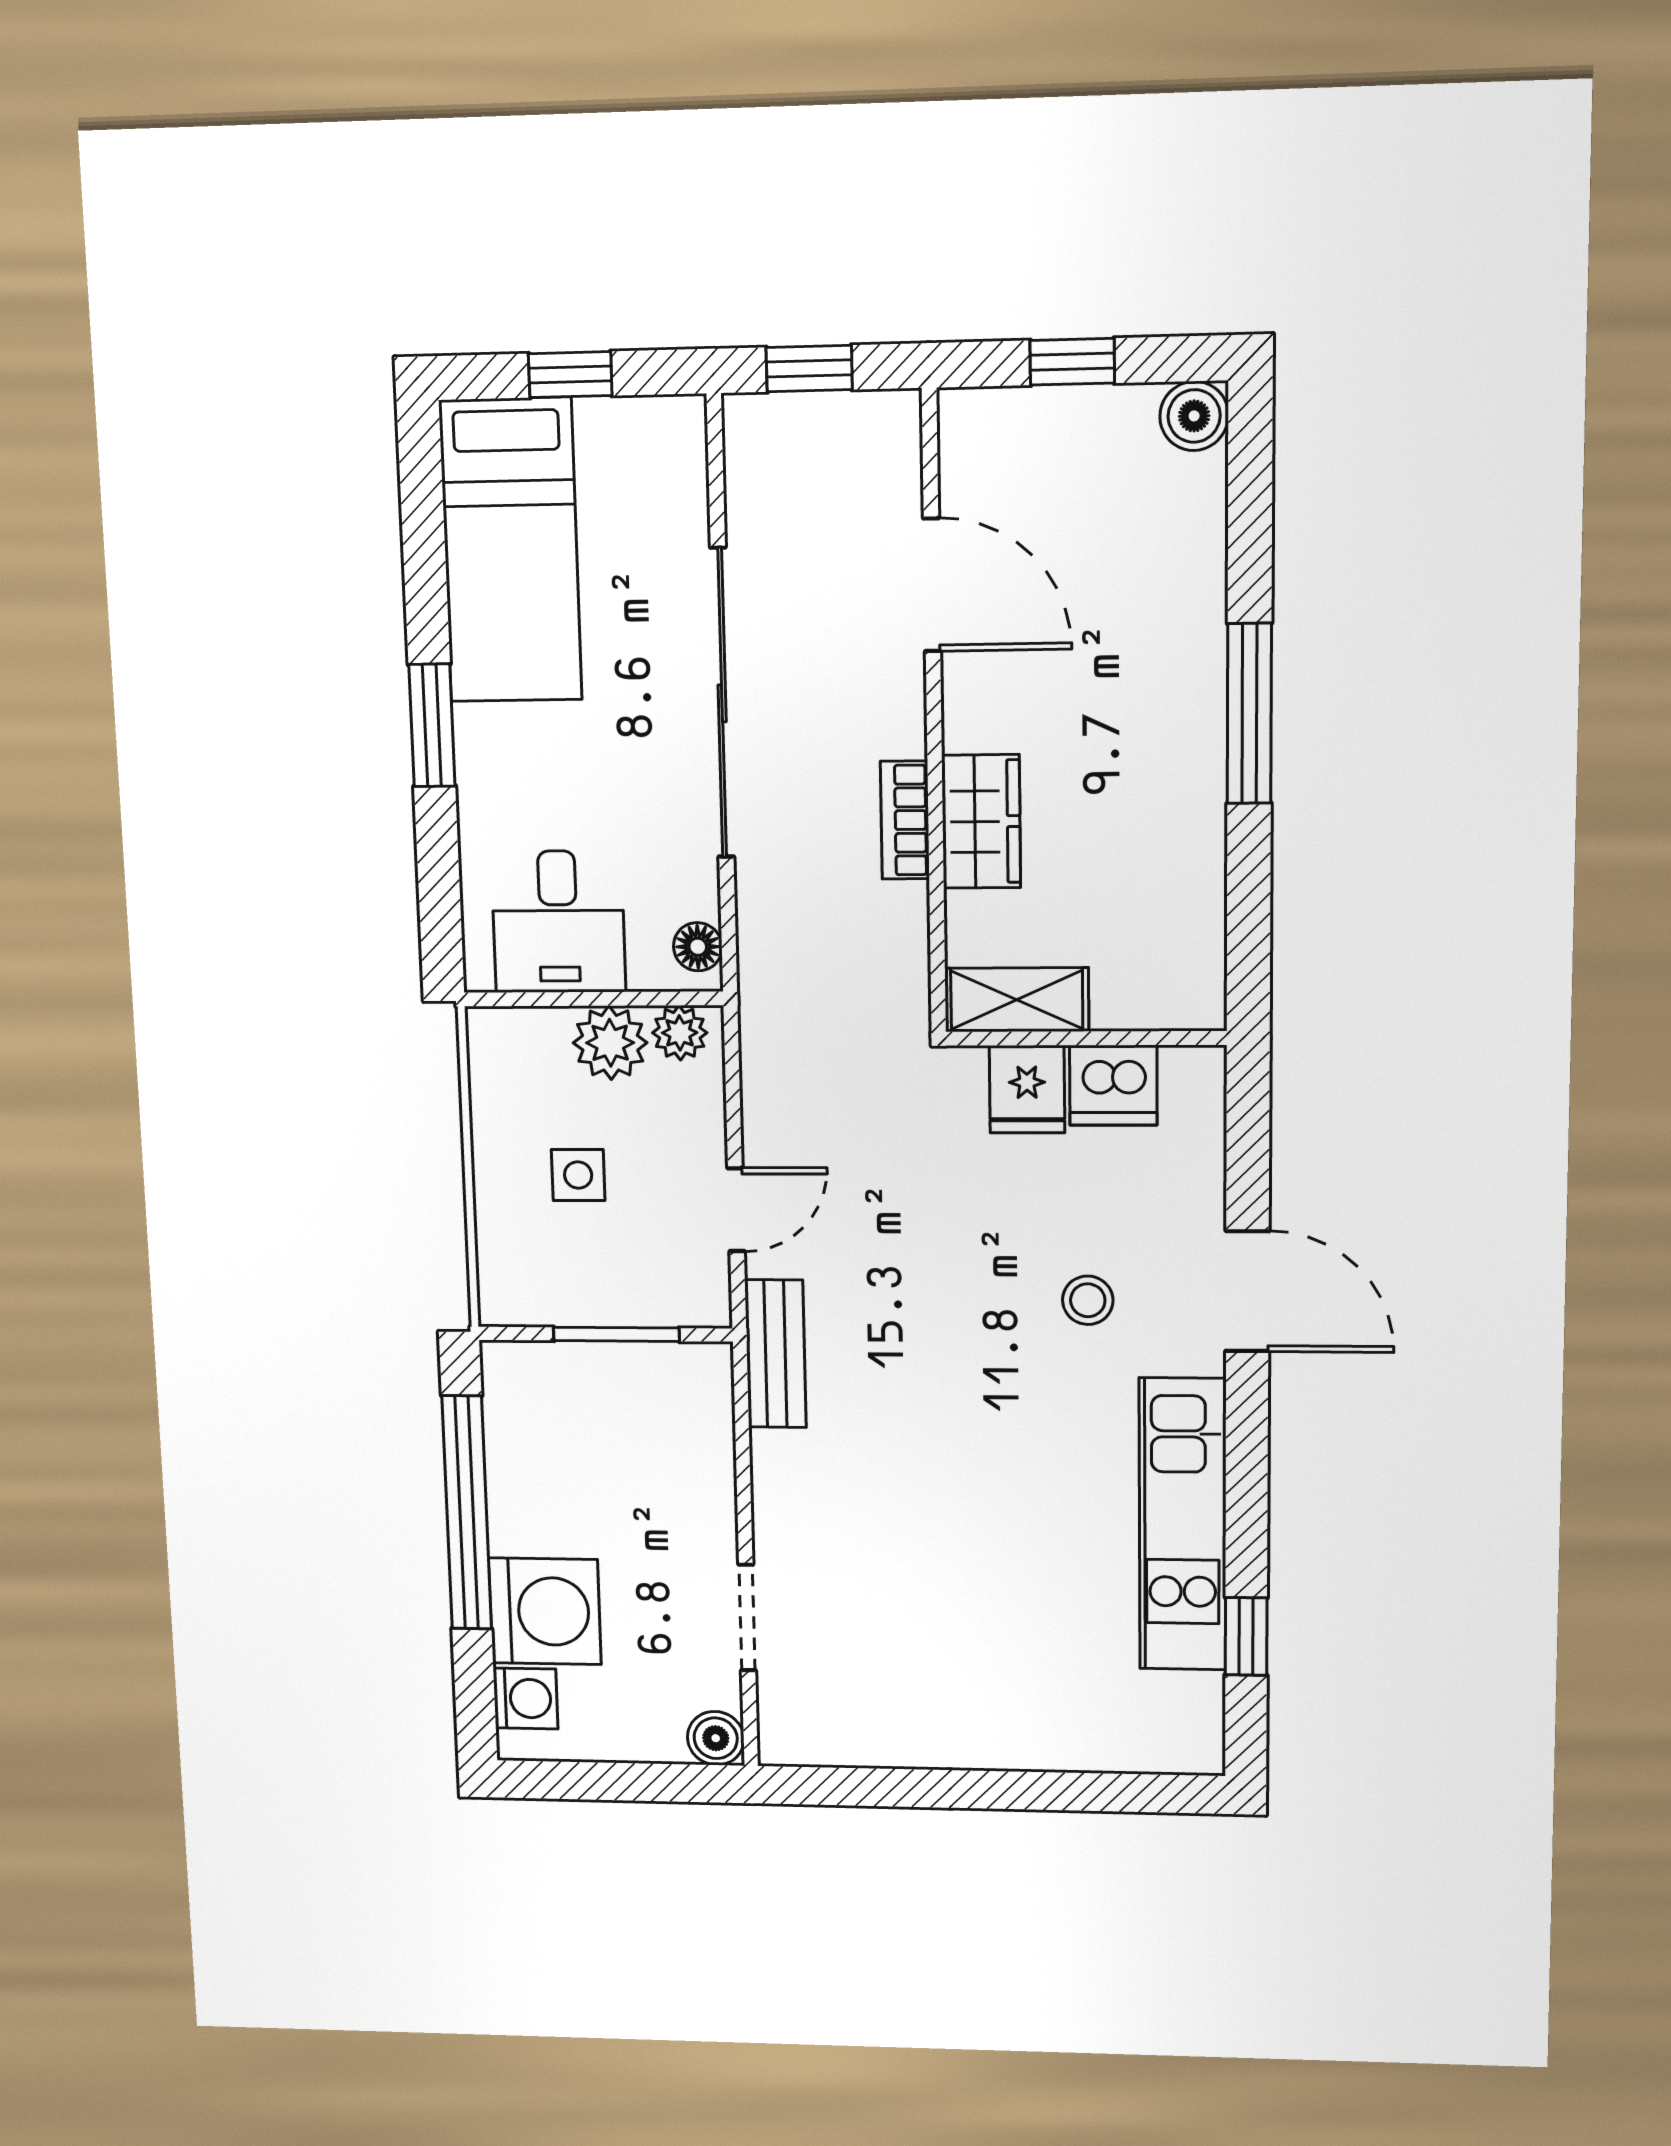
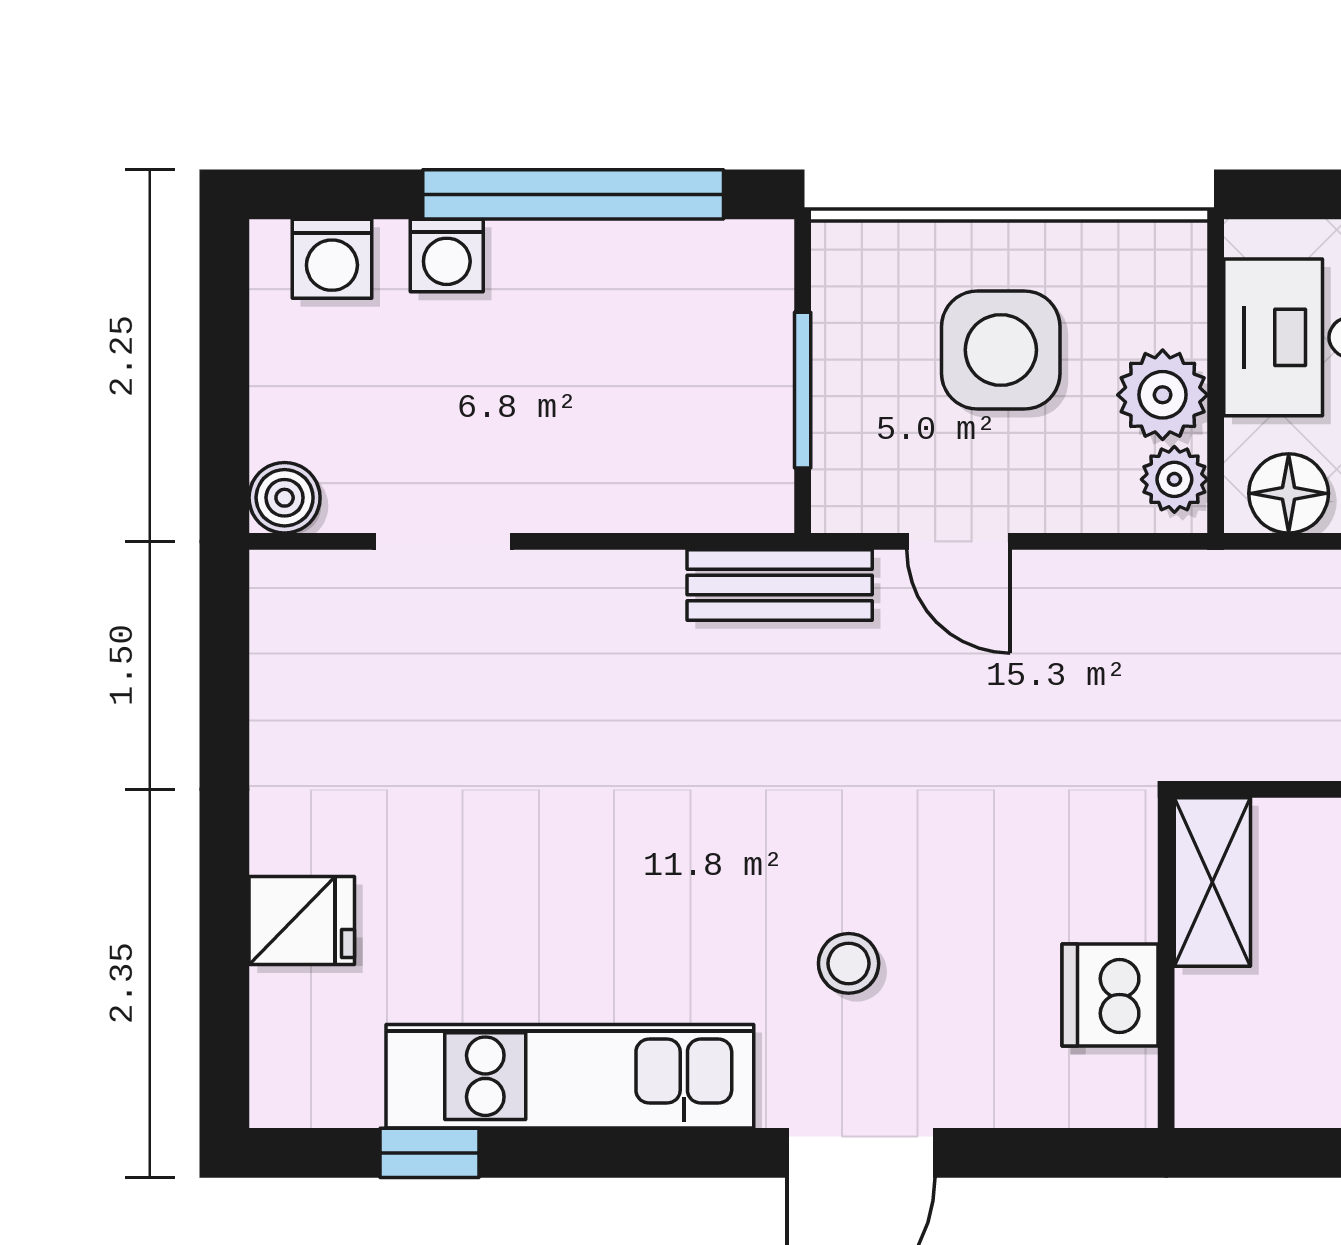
floor lamp: (698, 947) -> (1289, 493), width x1.37, depth x1.37
fridge: (1027, 1089) -> (302, 920), moved, turned 180
side table: (578, 1175) -> (1001, 350), width x1.87, depth x1.87
washing machine: (545, 1611) -> (447, 256), width x0.53, depth x0.53

